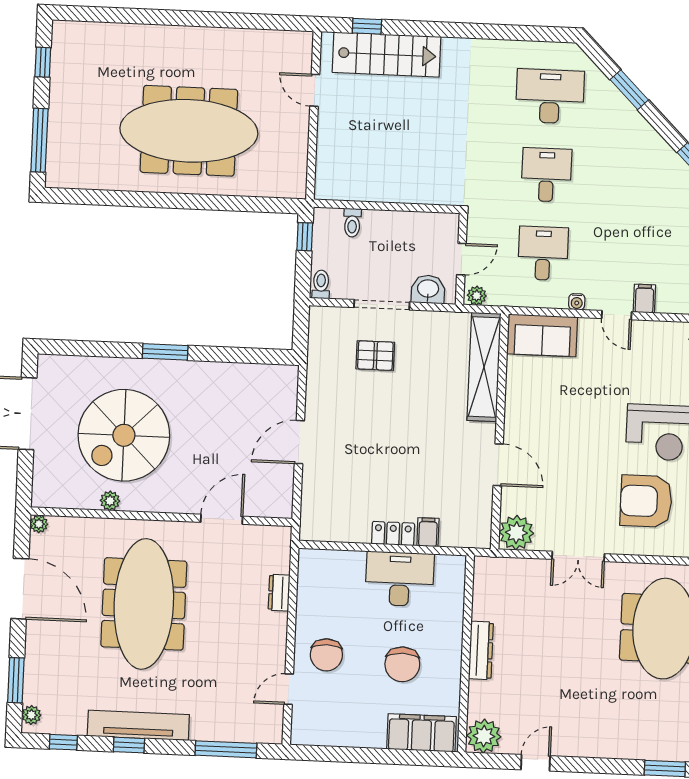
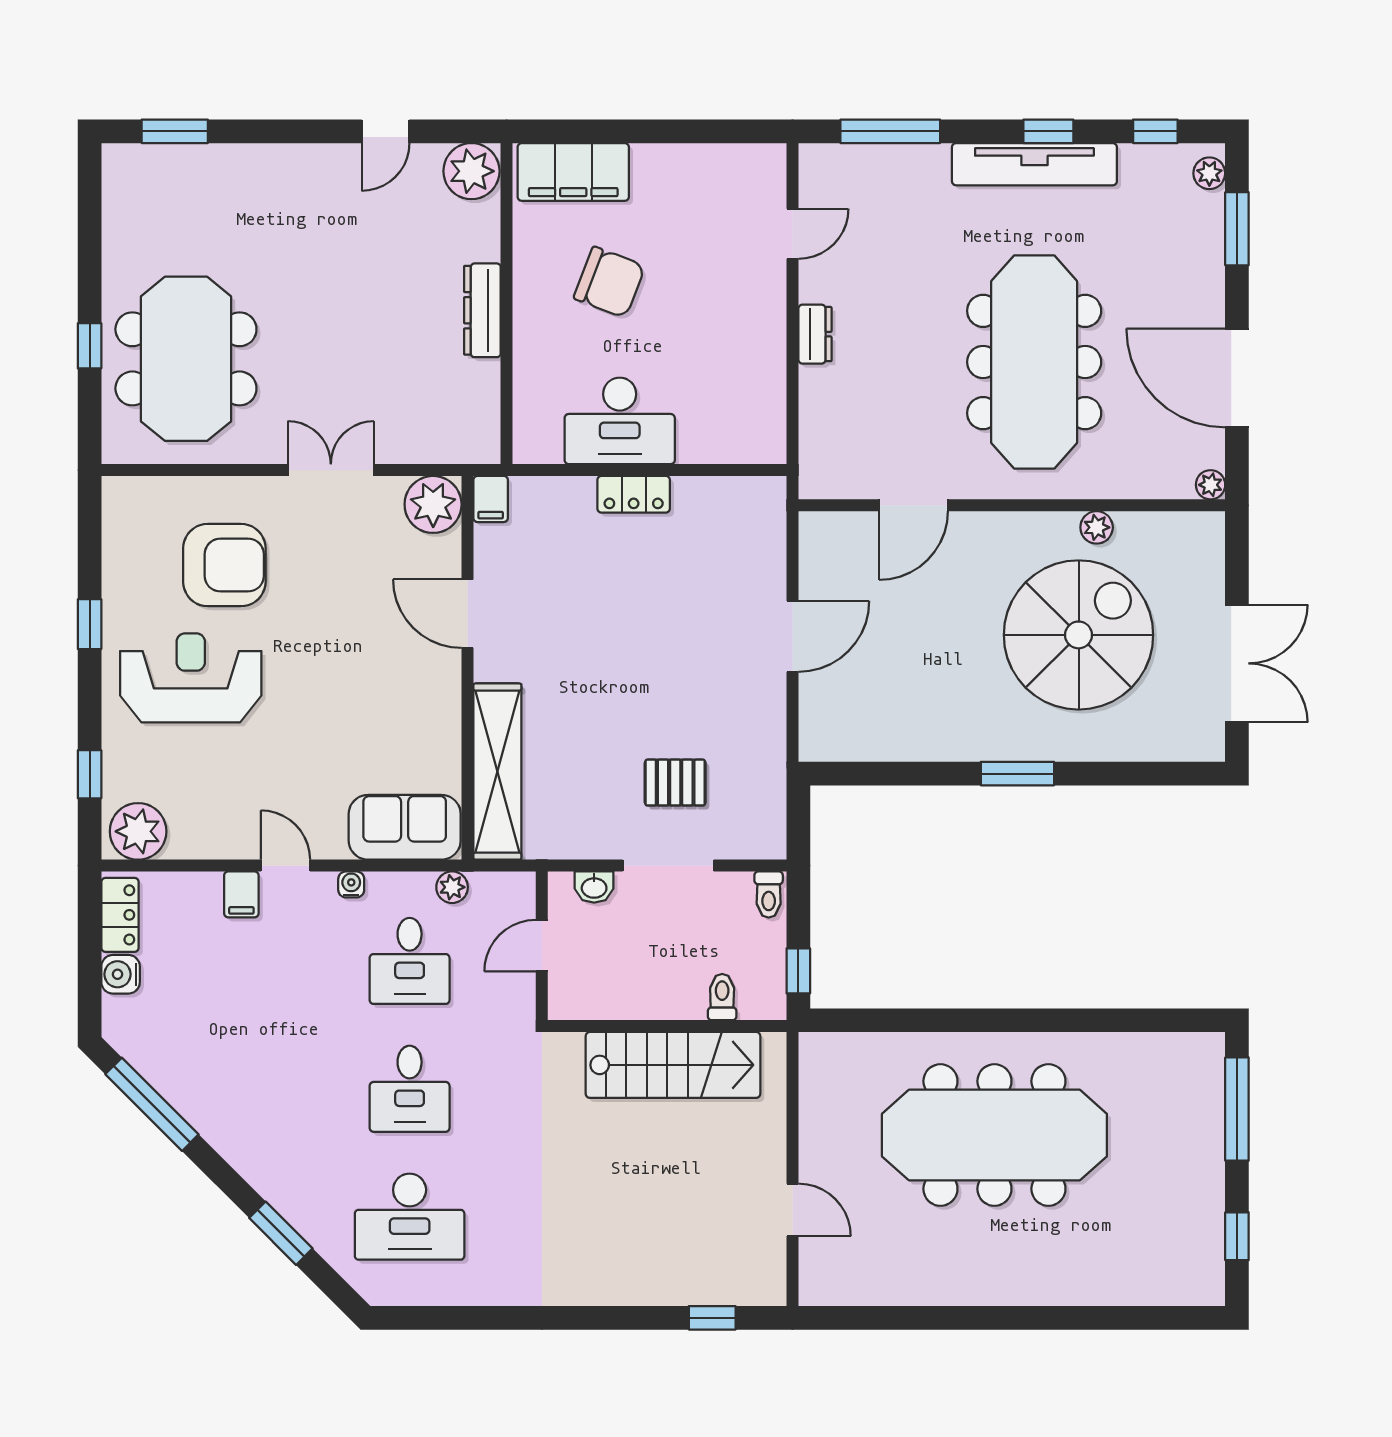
stairs: (387, 55) -> (673, 1065), moved, turned 180
washbasin: (428, 289) -> (594, 887), width x0.72, depth x0.69
plant: (477, 296) -> (452, 887), moved
filing cabinet: (428, 532) -> (491, 499), moved
dresser: (279, 593) -> (815, 334), moved
chair: (326, 655) -> (733, 292), removed
chair: (402, 664) -> (609, 282), turned 111

